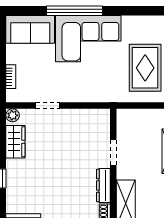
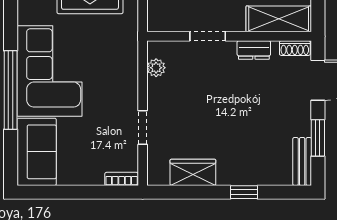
bookcase: (11, 77) -> (122, 179), moved
plant: (13, 115) -> (156, 68), moved
dresser: (103, 186) -> (254, 50), width x0.70

